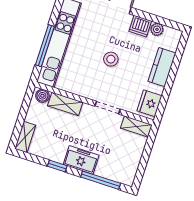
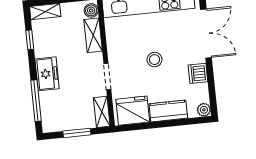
plant: (157, 29) -> (204, 110), moved
fridge: (149, 103) -> (133, 111), width x1.36, depth x1.34
window: (145, 157) -> (77, 133), added
window: (57, 166) -> (30, 40), moved

